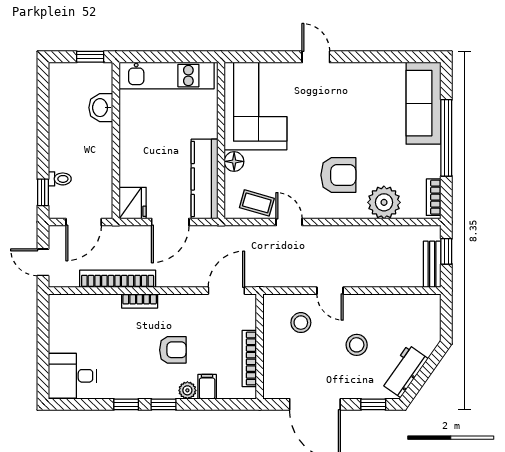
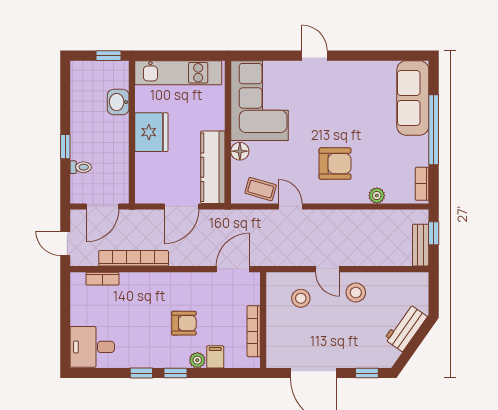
window: (43, 192) -> (65, 147), moved
plant: (384, 202) -> (377, 196), width x0.53, depth x0.53
fridge: (133, 203) -> (151, 132), moved, width x1.36, depth x1.34
bookcase: (140, 301) -> (102, 279), moved
stool: (357, 345) -> (356, 293), moved
workbench: (404, 371) -> (406, 328), moved

